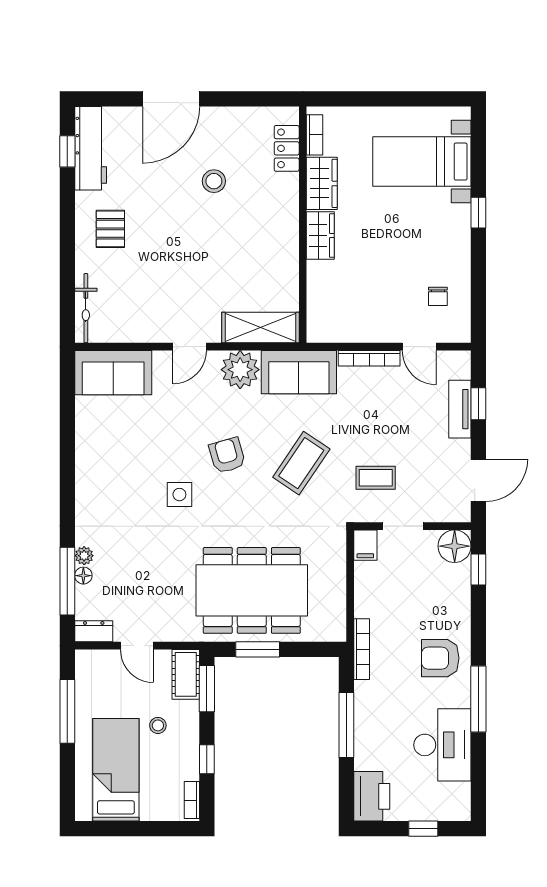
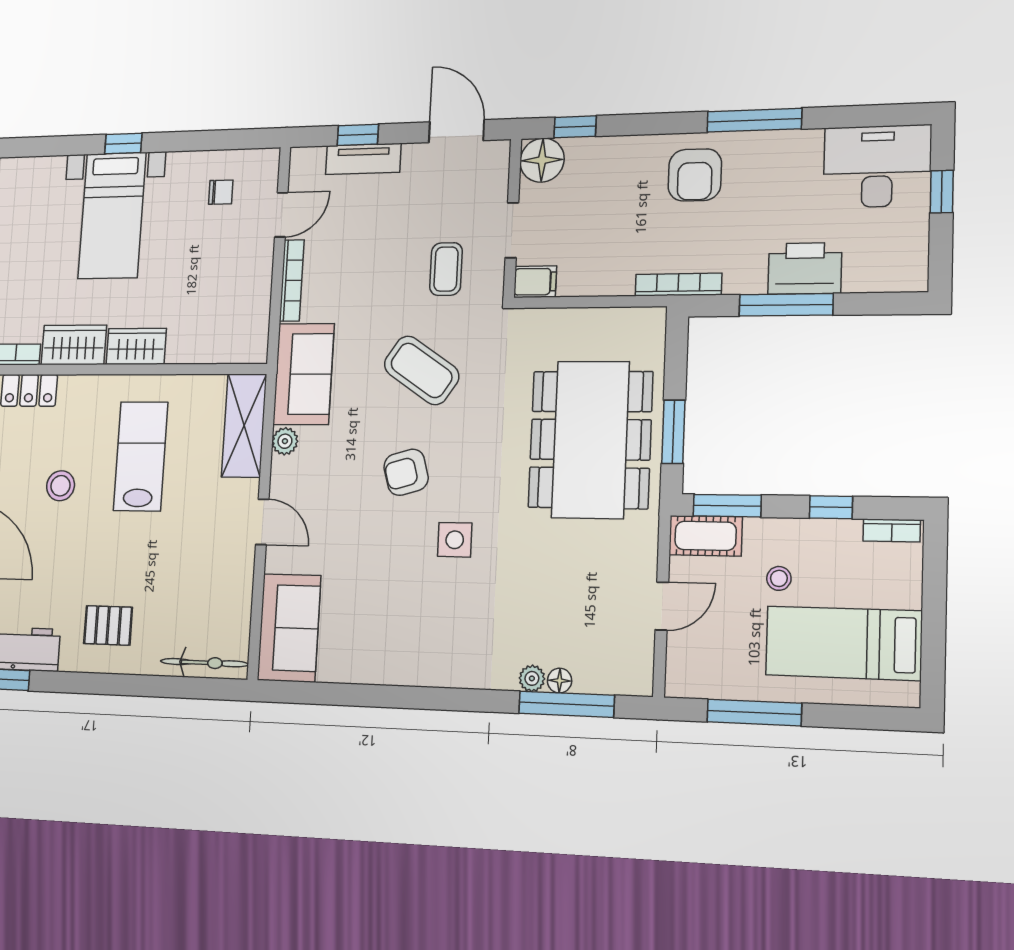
bed with nightstands: (422, 162) -> (112, 216), moved
lab bench: (237, 246) -> (141, 456), added
plant: (240, 370) -> (285, 441), width x0.53, depth x0.53
dresser: (94, 631) -> (639, 669), removed
desk: (442, 745) -> (877, 166), moved
printer: (372, 796) -> (805, 268), moved

